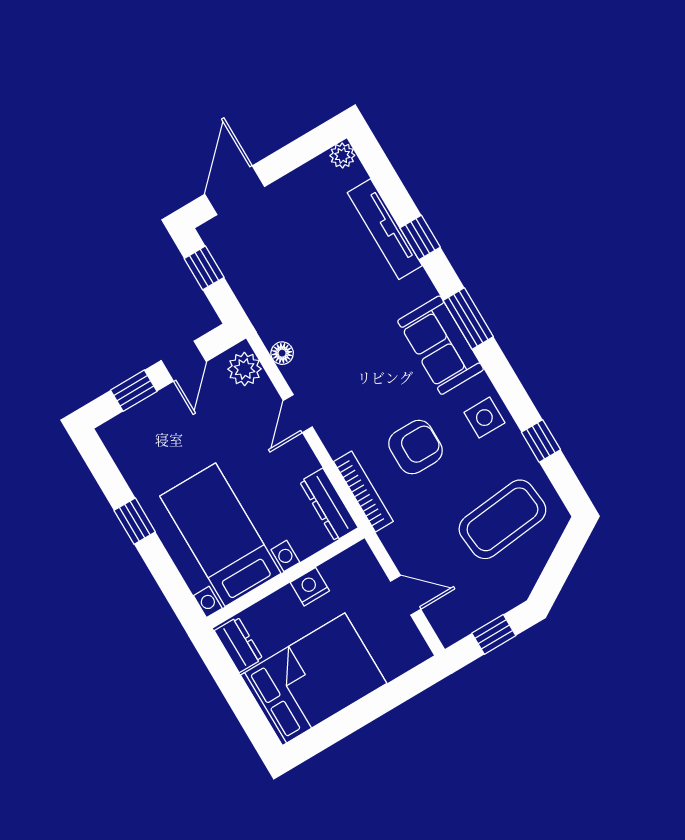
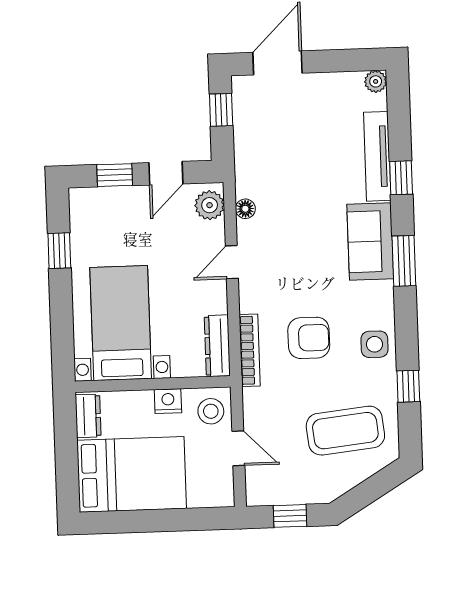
sofa: (441, 345) -> (370, 242), moved
window: (135, 521) -> (59, 251), moved
stool: (358, 573) -> (211, 411), added

